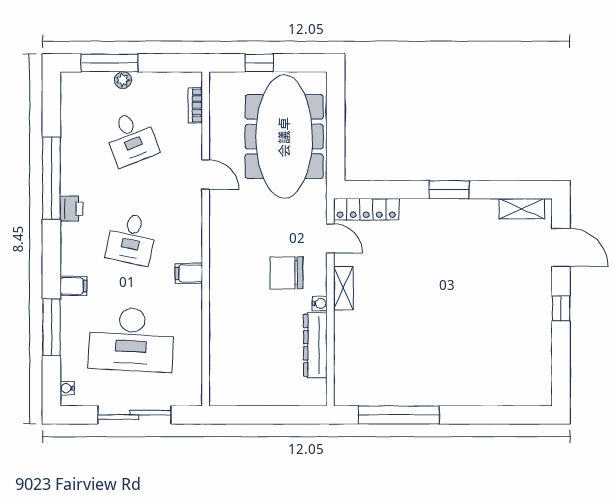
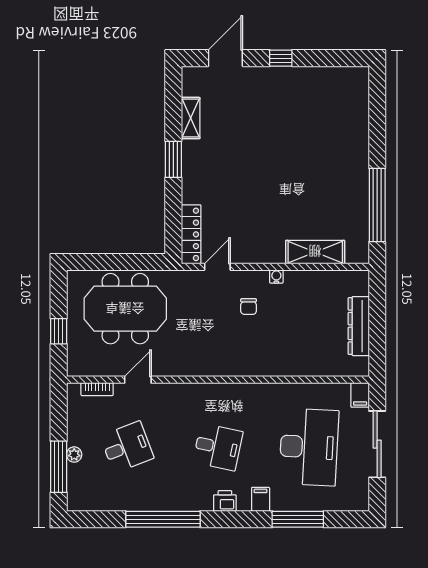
meeting table: (284, 137) -> (125, 309), width x0.73
door: (206, 174) -> (138, 380), moved
printer: (72, 209) -> (225, 501), moved
shelving: (522, 209) -> (191, 118), moved
filing cabinet: (189, 273) -> (360, 395), moved
chair: (286, 273) -> (249, 307), width x0.54, depth x0.54
shelving: (343, 288) -> (315, 252), moved, width x1.50, depth x1.33
dresser: (315, 345) -> (359, 326), moved, turned 90
water cooler: (67, 388) -> (353, 505), removed

